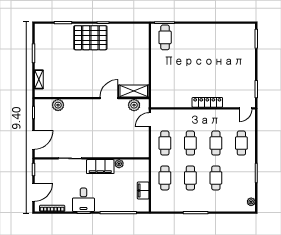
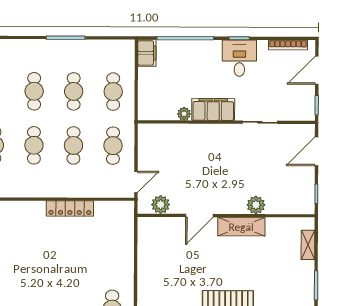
shelving: (134, 91) -> (241, 227), moved
locker: (207, 102) -> (70, 209), moved
plant: (58, 105) -> (256, 205), moved
filing cabinet: (143, 191) -> (147, 53), moved

